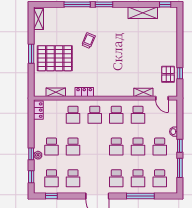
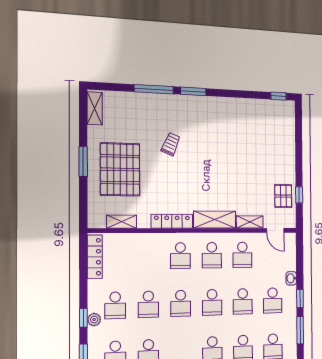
shelving: (143, 13) -> (215, 220), moved
pallet: (55, 58) -> (120, 169), turned 90
locker: (84, 92) -> (172, 221), width x1.53
locker: (38, 110) -> (95, 257), width x1.53
school desk: (73, 115) -> (181, 303), moved

